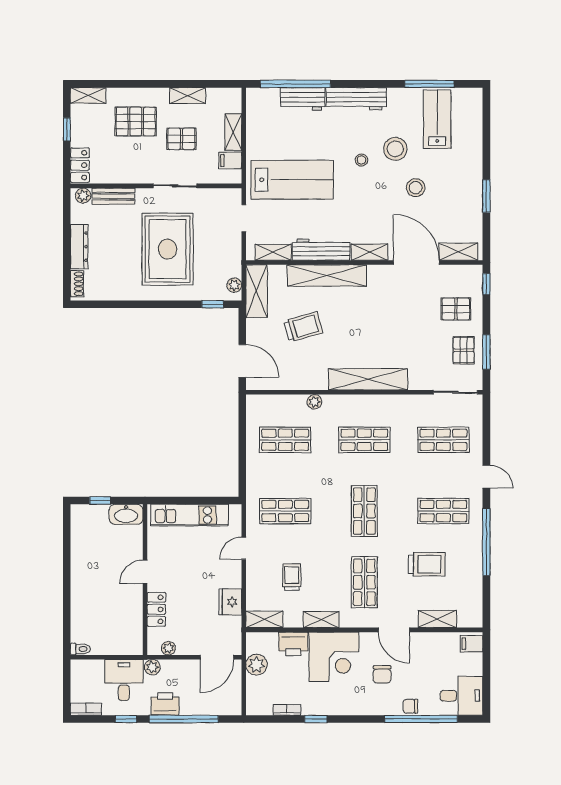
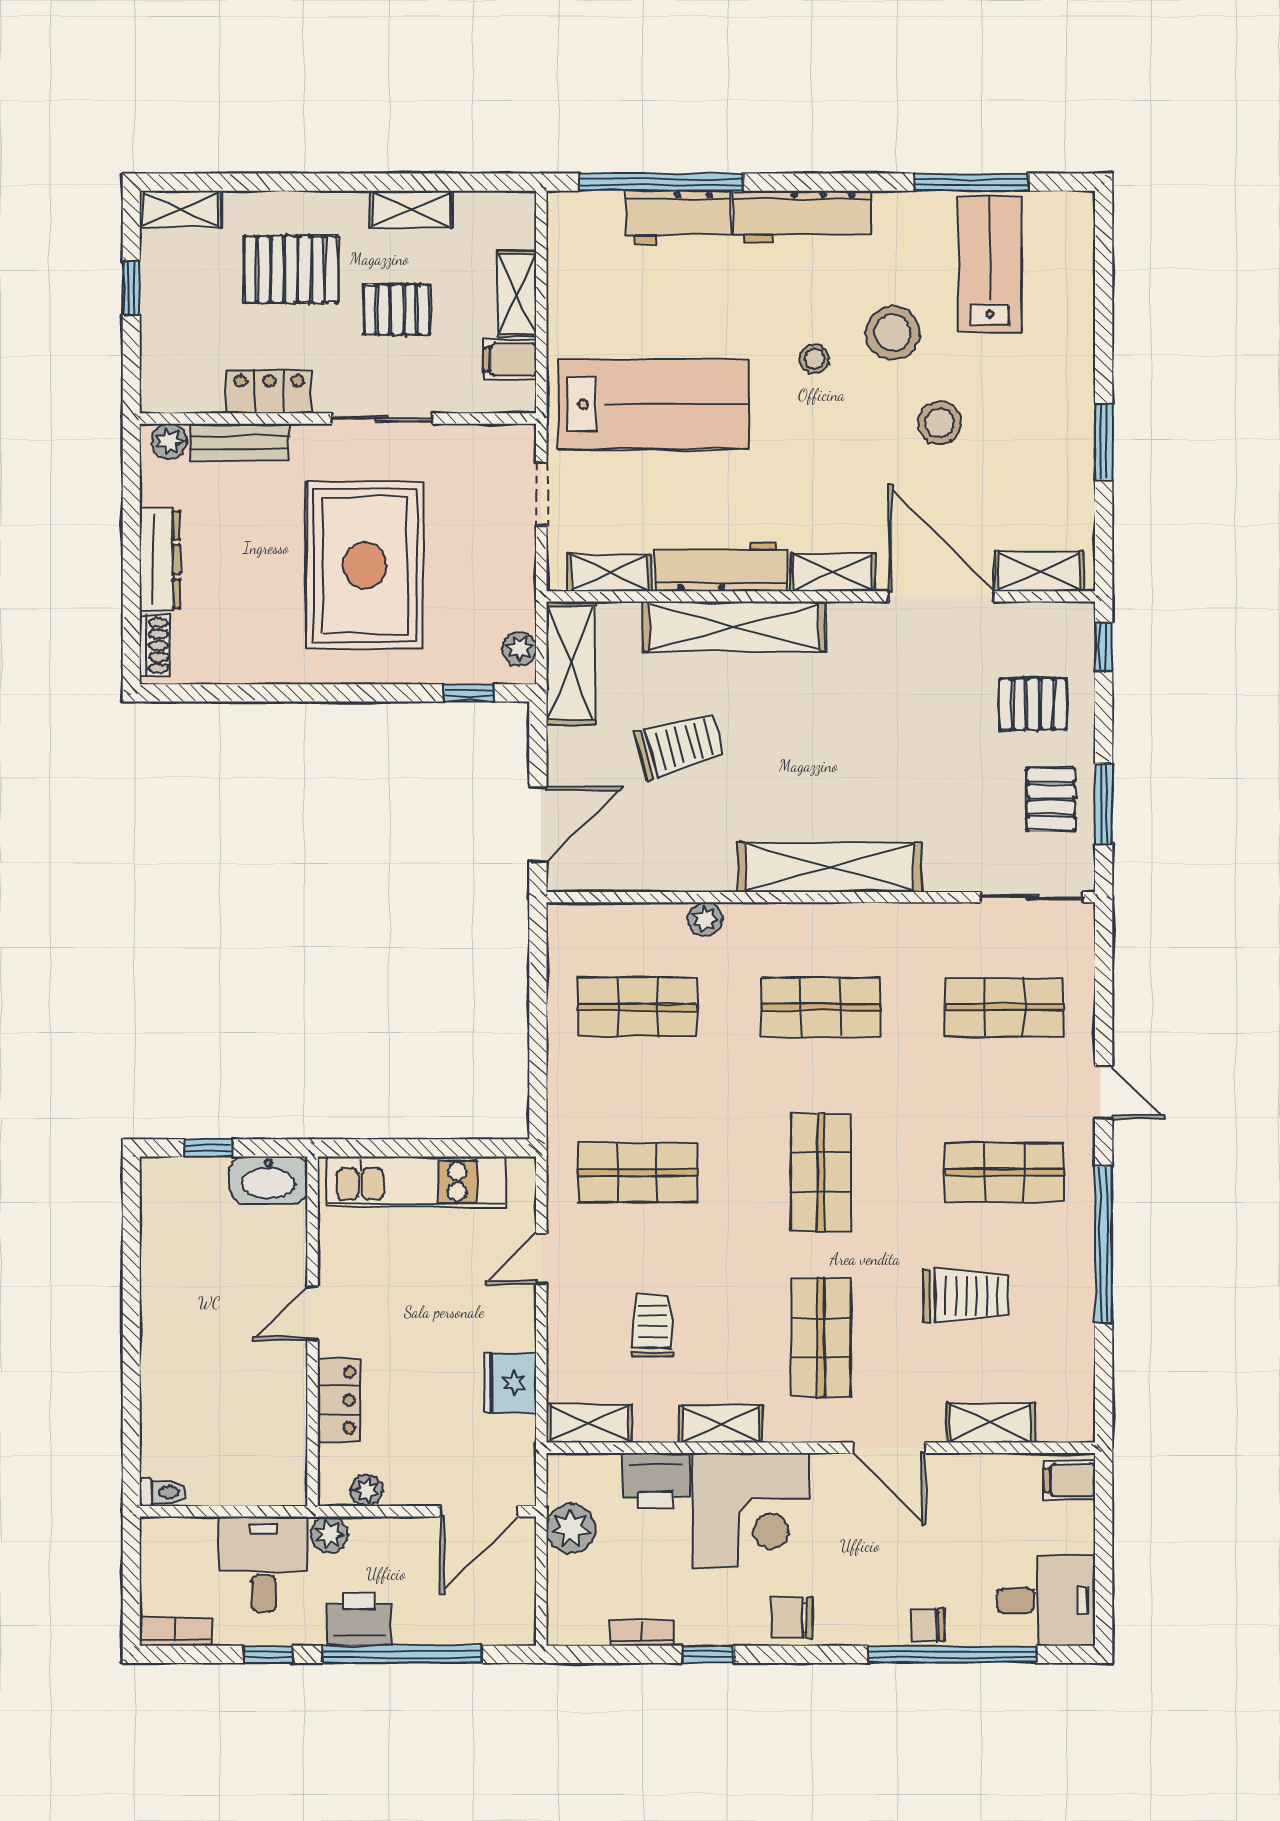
locker: (80, 165) -> (269, 392), moved, turned -90
door: (242, 361) -> (538, 824), hinge flipped
chair: (382, 674) -> (792, 1618), moved, turned 90

